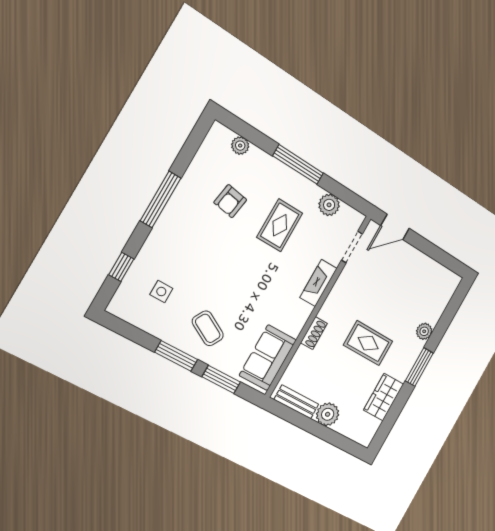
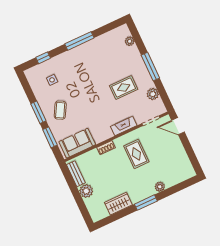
armchair: (230, 201) -> (109, 62), removed
rug: (368, 343) -> (136, 154), moved

